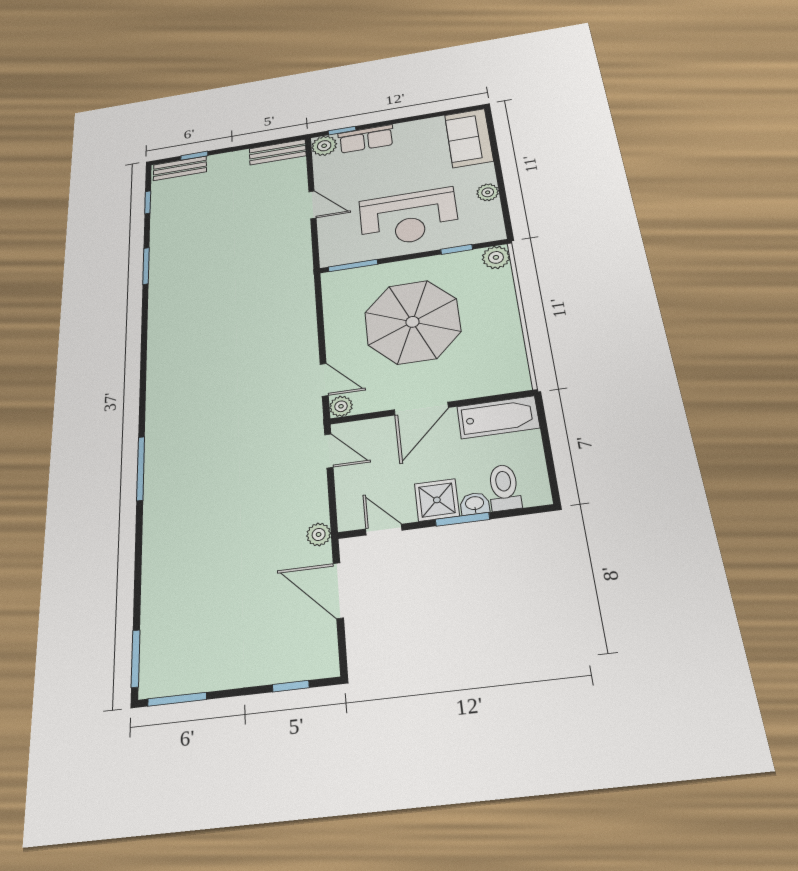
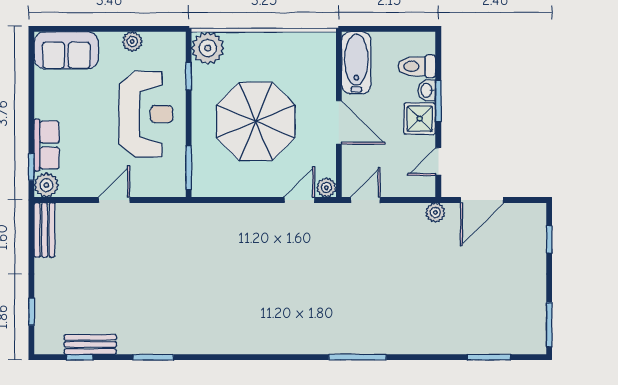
bench: (180, 168) -> (90, 344), moved, turned 90
plant: (496, 257) -> (208, 48), width x1.36, depth x1.36
window: (136, 659) -> (489, 357), moved

